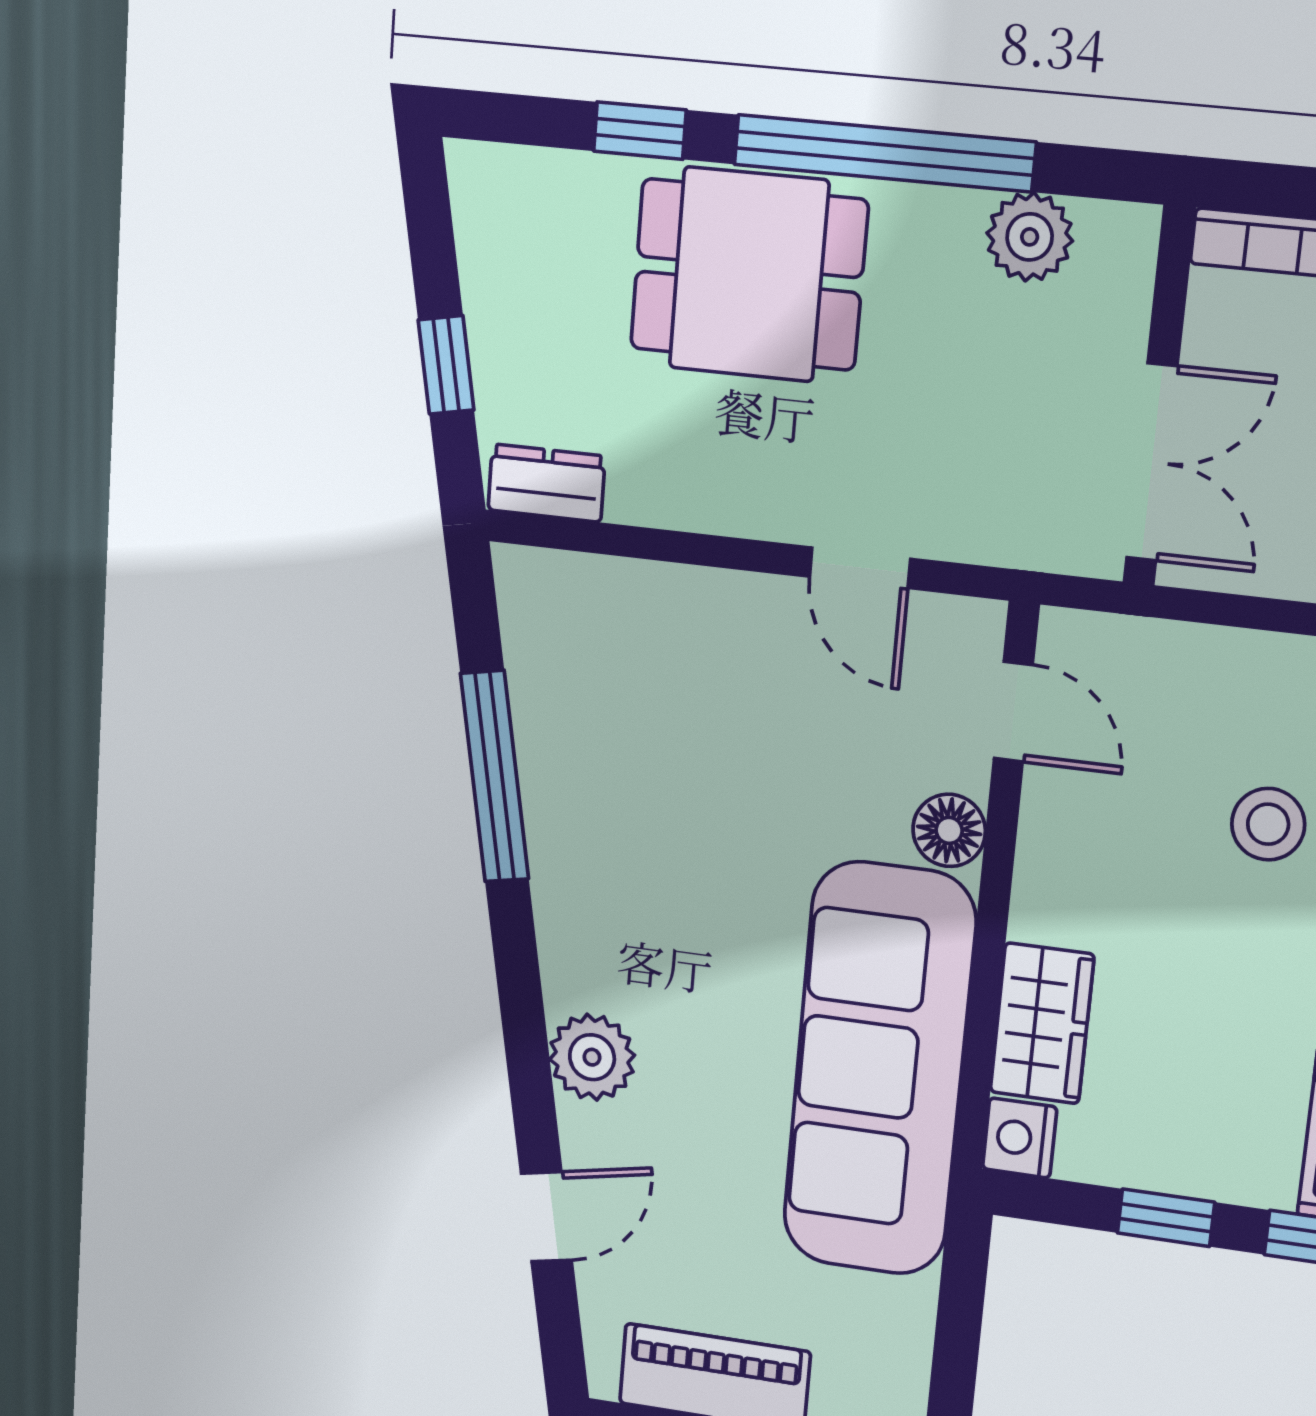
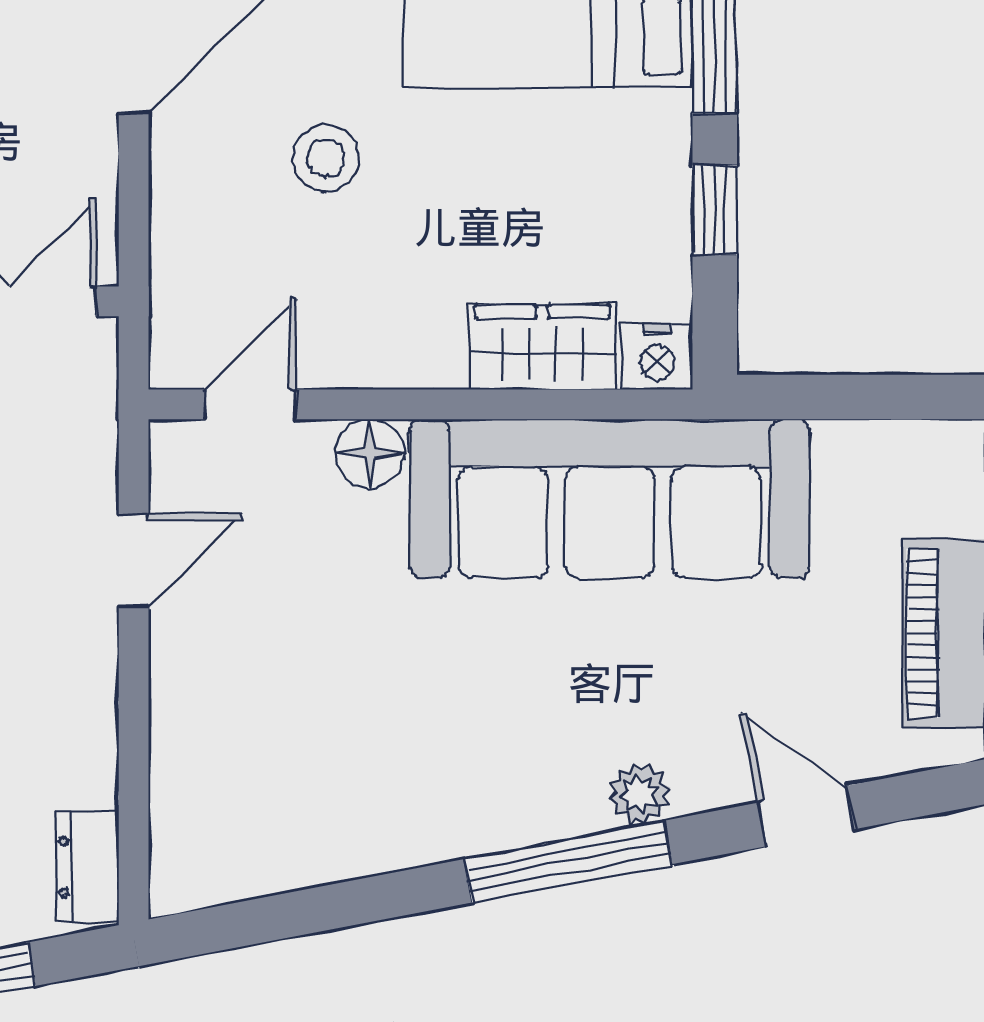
window: (495, 777) -> (568, 862), moved
plant: (592, 1057) -> (640, 793), width x0.73, depth x0.73

